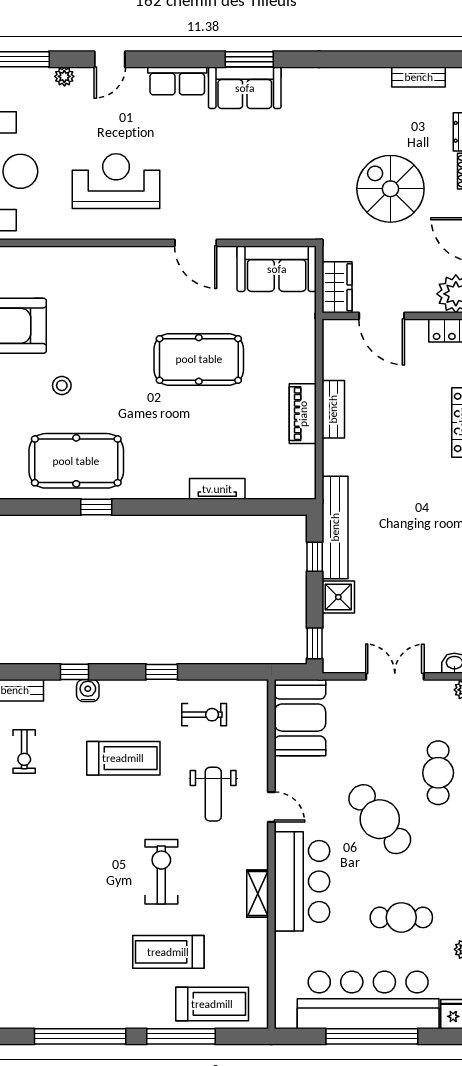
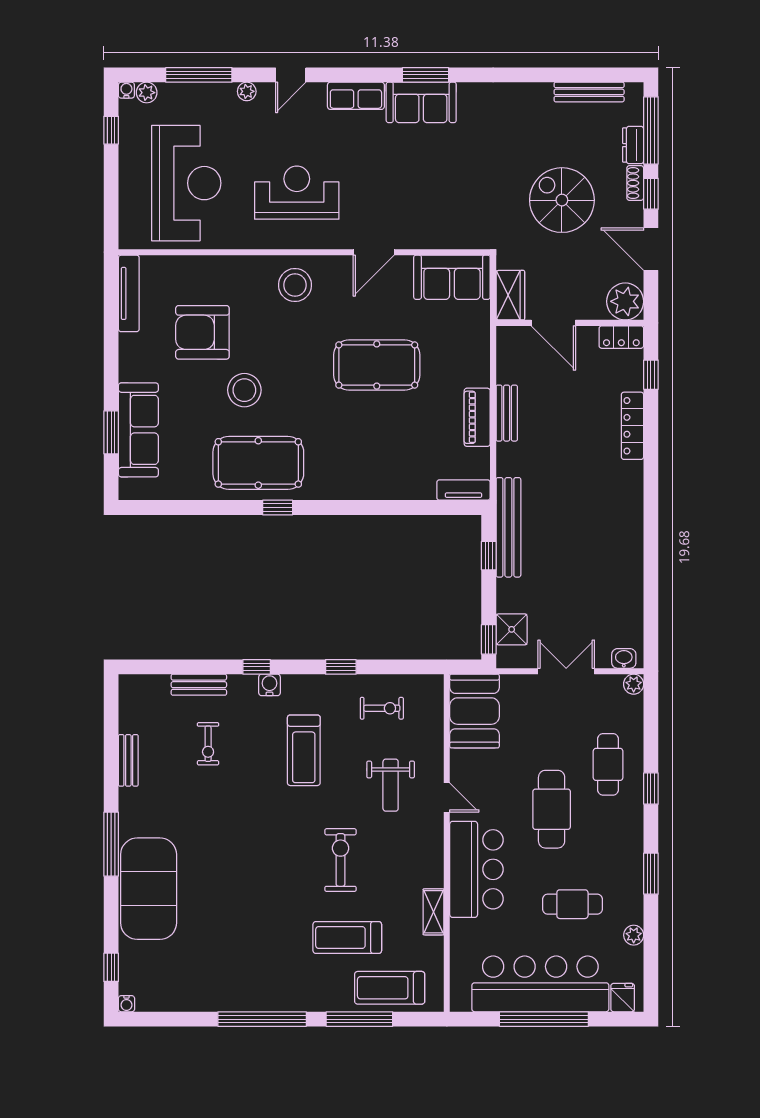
bench: (419, 77) -> (589, 92), width x1.36
door: (196, 243) -> (374, 252), hinge flipped
stool: (114, 277) -> (295, 285), added
stool: (62, 385) -> (244, 390), width x1.89, depth x1.89
tv unit: (217, 489) -> (463, 490), moved
shower: (338, 597) -> (512, 629), moved
treadmill: (123, 758) -> (304, 750), turned 90
cafe table: (380, 819) -> (552, 809), turned 39
shelving: (258, 894) -> (434, 912), moved
treadmill: (212, 1004) -> (390, 988), turned 180

